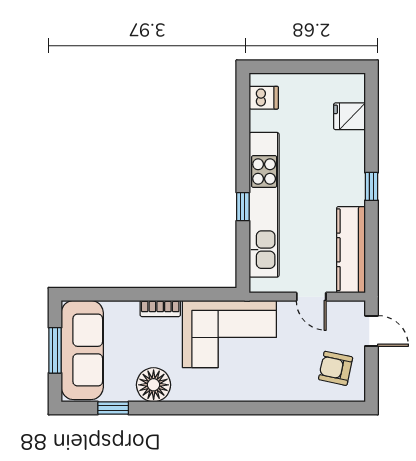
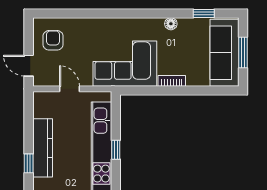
kitchen counter: (351, 250) -> (43, 148), moved
armchair: (336, 368) -> (53, 40), turned -102
floor lamp: (154, 385) -> (171, 24), width x0.53, depth x0.53

